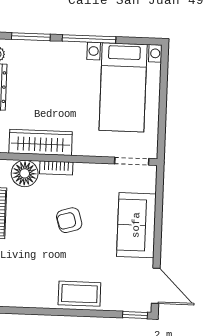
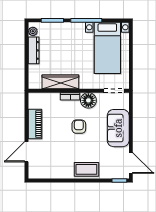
floor lamp: (25, 173) -> (88, 100), moved
armchair: (69, 220) -> (79, 127), turned 107

